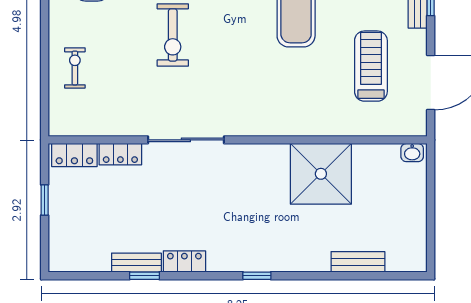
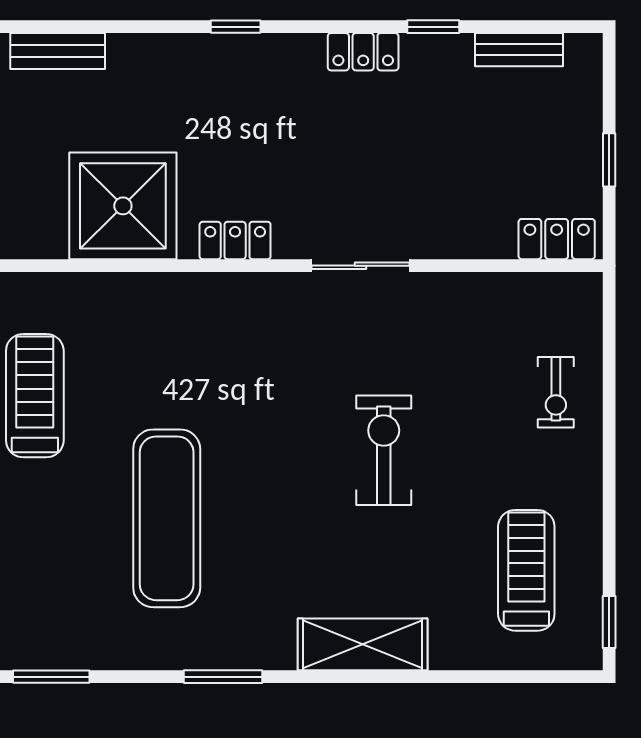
treadmill: (371, 66) -> (35, 396), turned 180
sliding door: (186, 140) -> (360, 266), width x0.73
locker: (120, 154) -> (235, 240), moved
bench: (136, 263) -> (519, 50), moved

